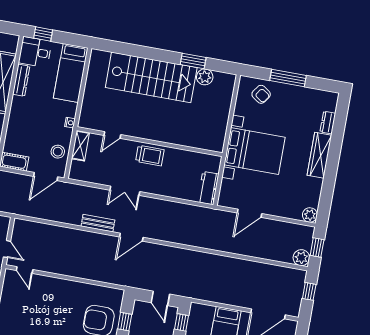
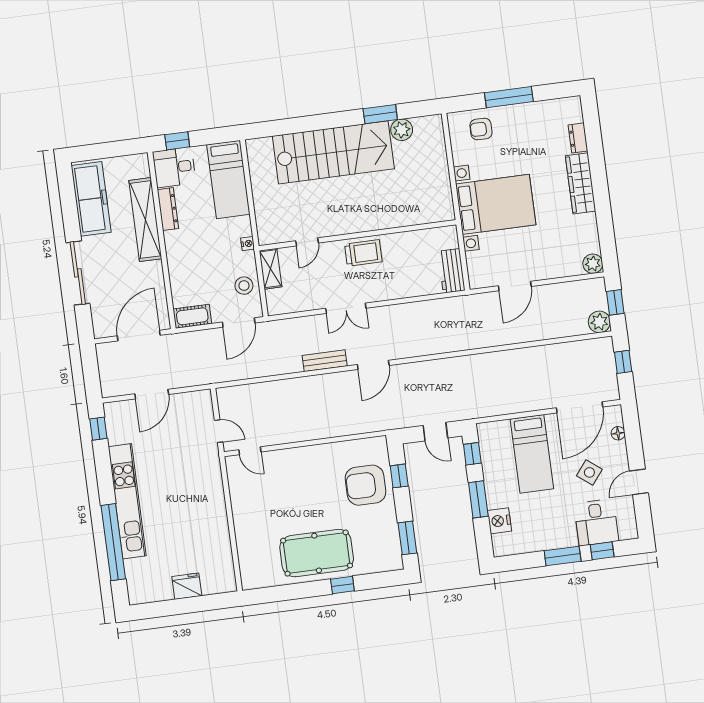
armchair: (261, 94) -> (481, 129), turned 145

